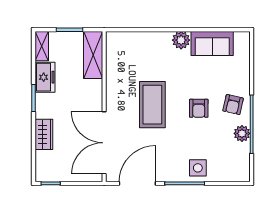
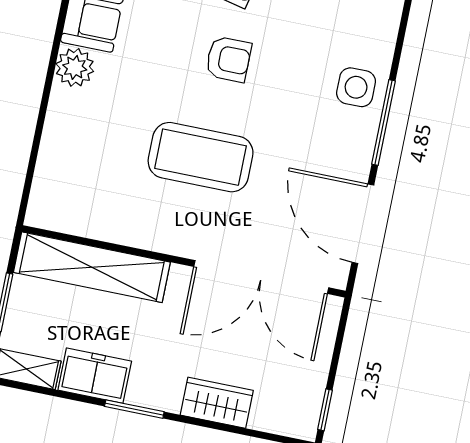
shelving: (93, 55) -> (92, 267), width x1.47

